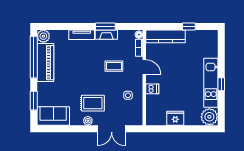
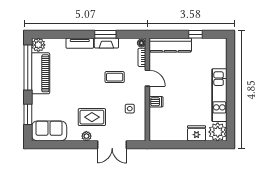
window: (221, 84) -> (230, 97), removed
fridge: (175, 118) -> (197, 133), moved

